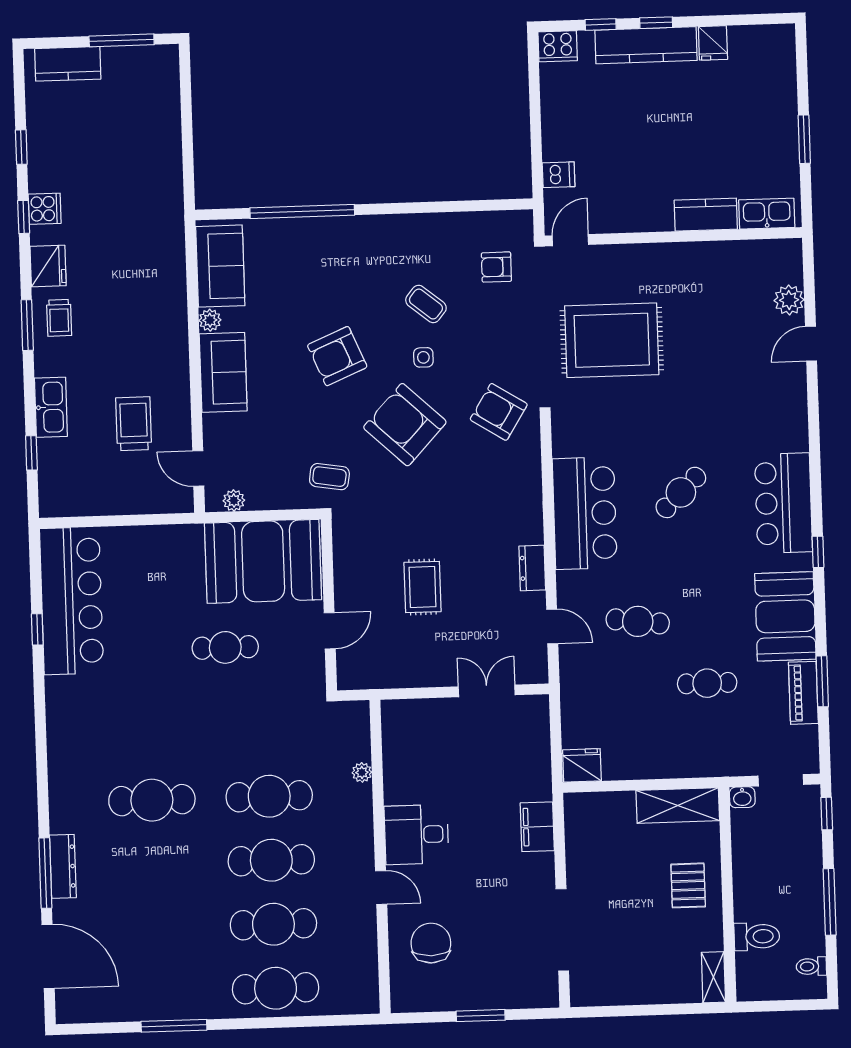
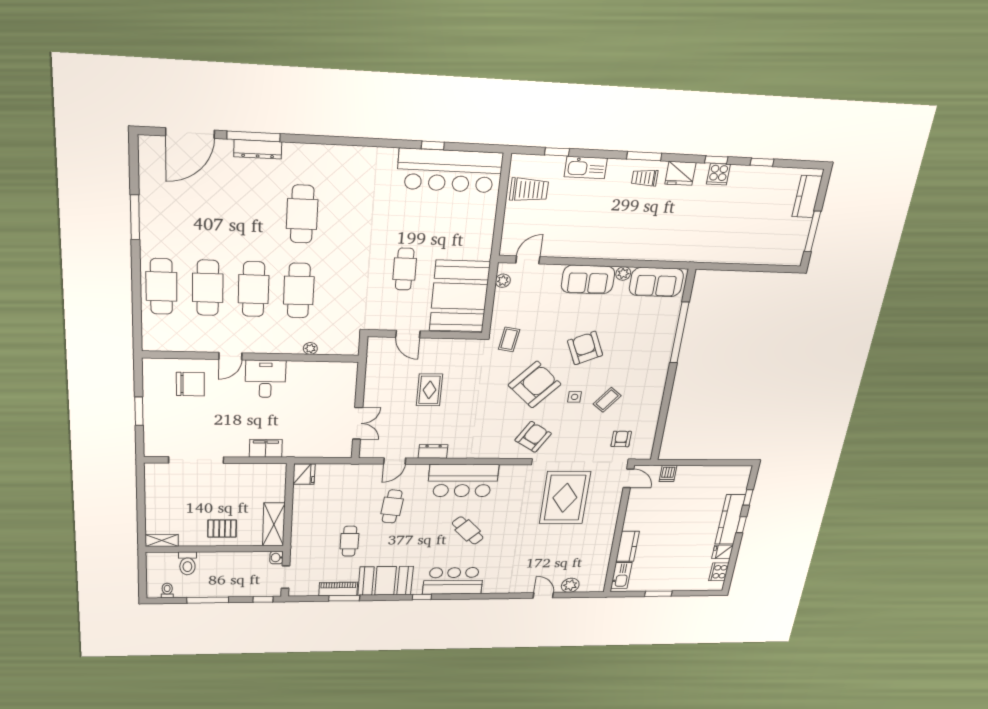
cooker: (558, 46) -> (719, 572), moved
trolley: (134, 424) -> (529, 190), moved
rug: (423, 587) -> (430, 390), turned 90

